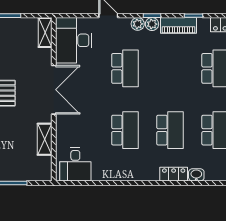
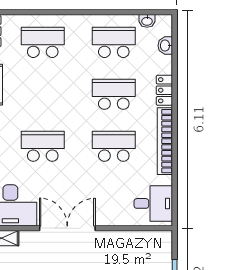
shelving: (45, 139) -> (124, 239), removed
bookcase: (129, 174) -> (165, 141), added
washbasin: (196, 175) -> (165, 46), moved

